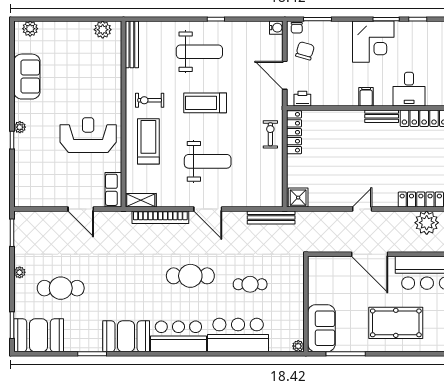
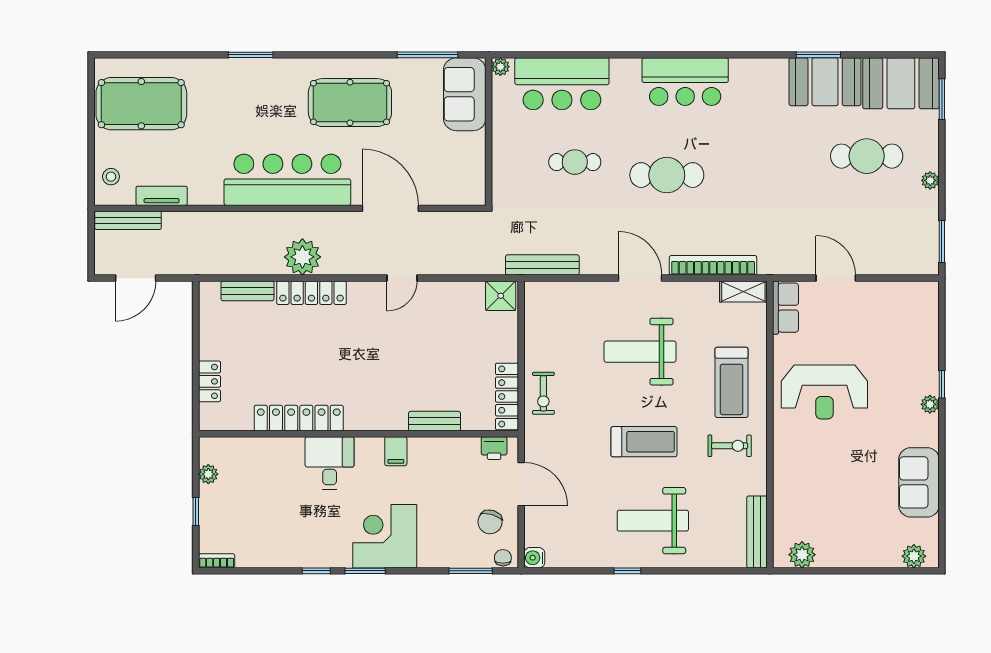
bench: (382, 116) -> (435, 421), moved
bar counter: (238, 335) -> (562, 84), moved
booth: (126, 336) -> (825, 82), moved

